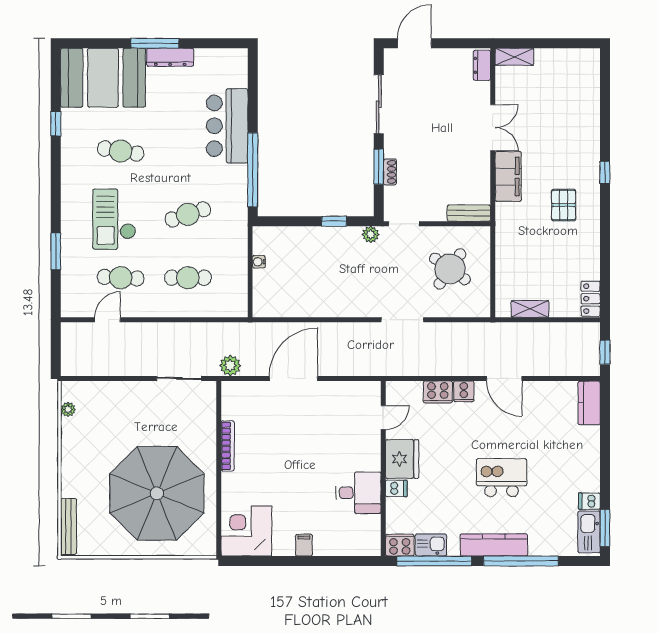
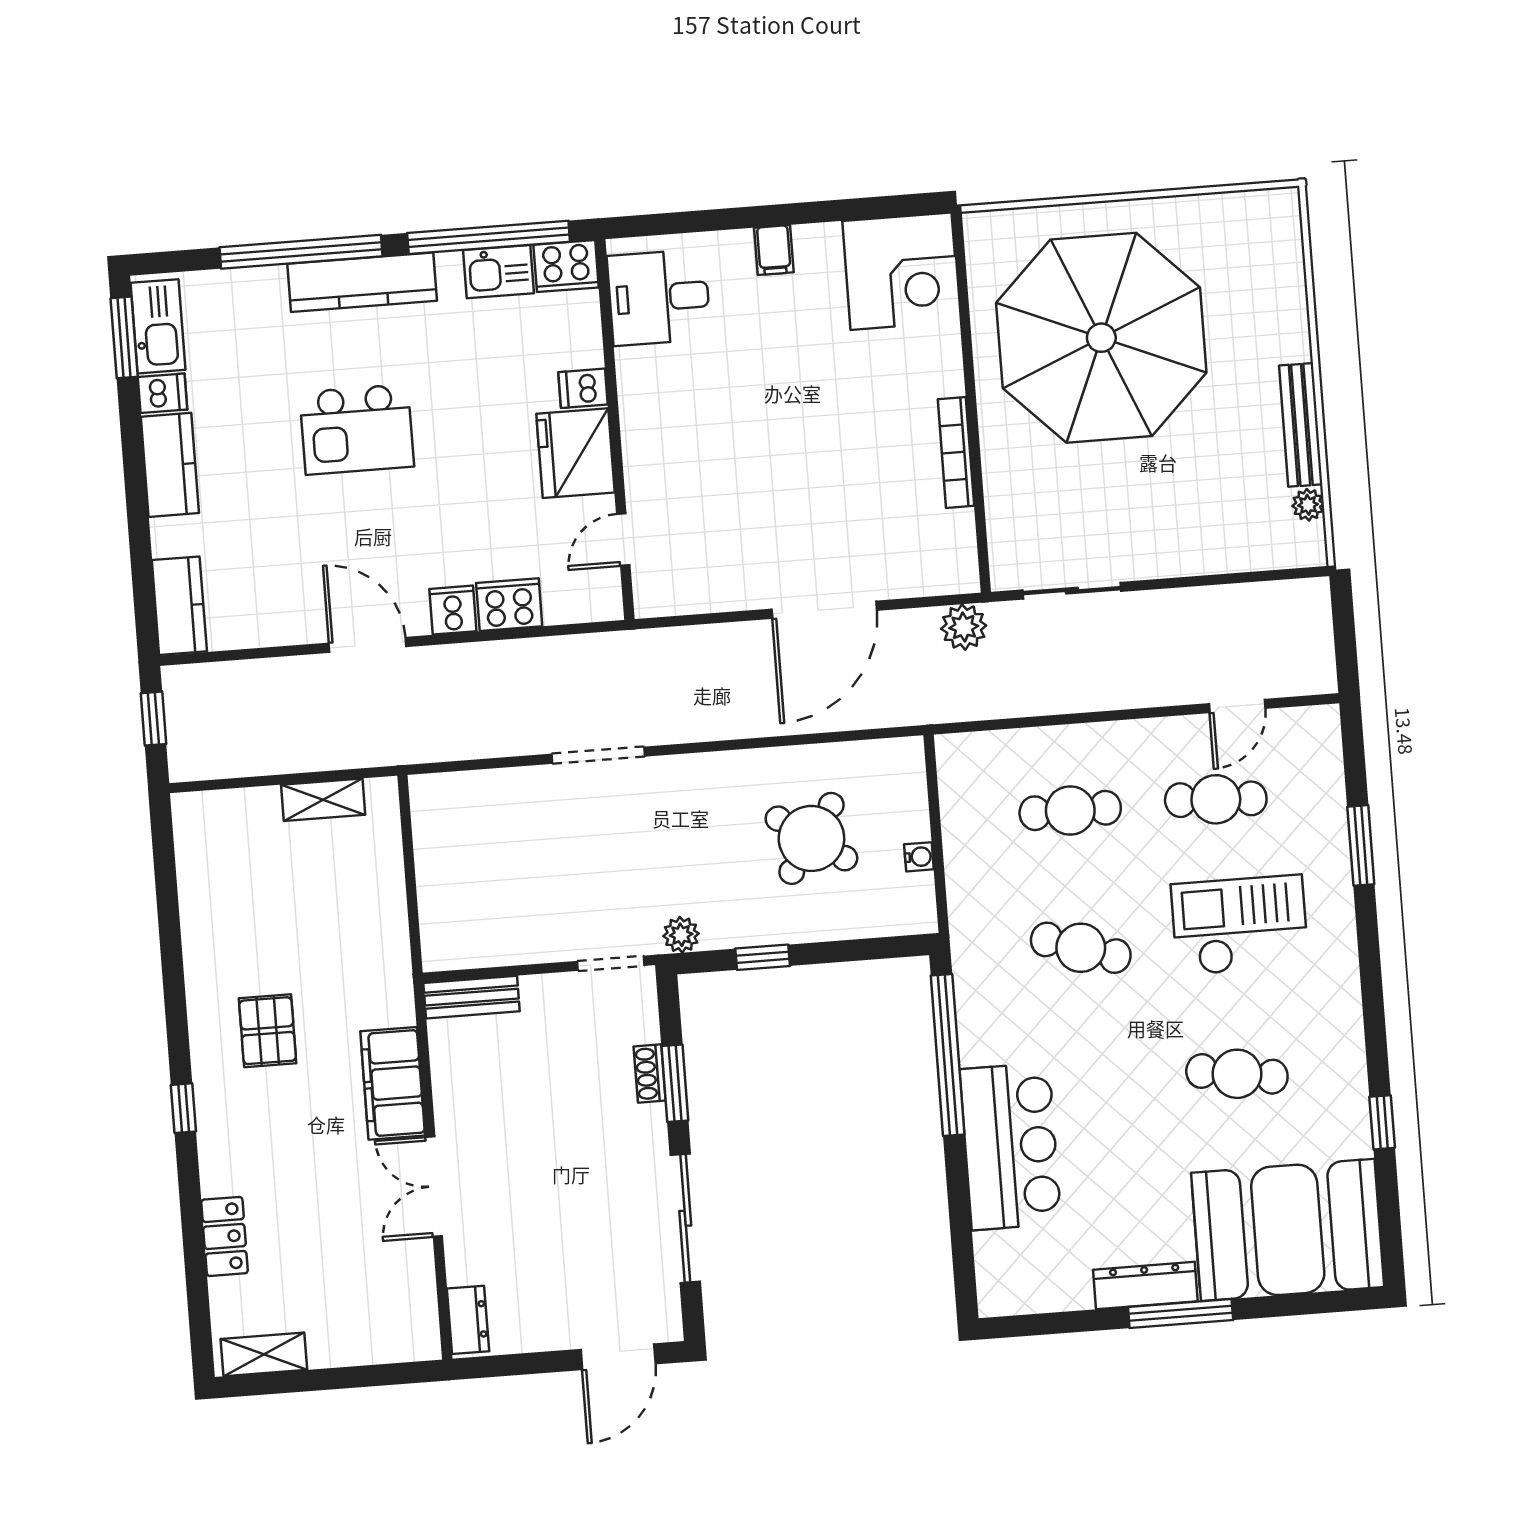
shelving: (514, 57) -> (264, 1354), moved
cafe table: (188, 214) -> (1081, 948), turned 36
checkout: (114, 219) -> (1240, 925), turned -90
round table: (450, 269) -> (811, 838), moved
locker: (591, 299) -> (225, 1236), moved
kitchen counter: (588, 468) -> (170, 465), added
desk: (358, 493) -> (659, 297), moved
bench: (69, 526) -> (1301, 425), moved

